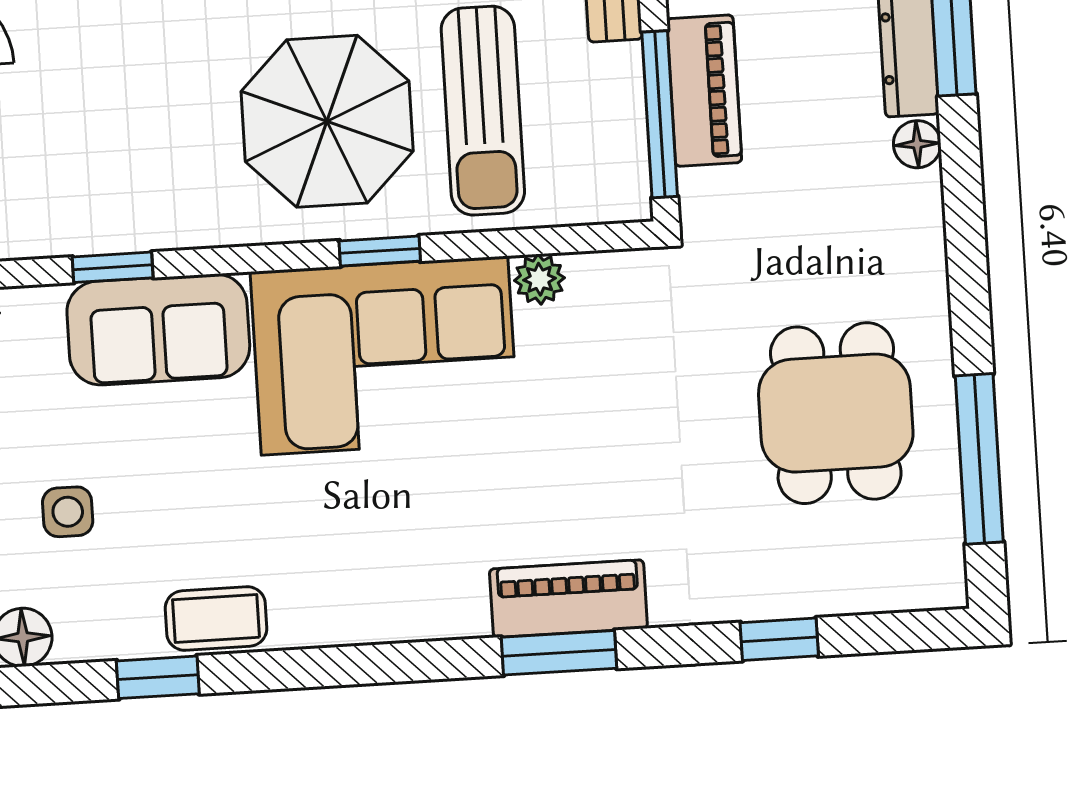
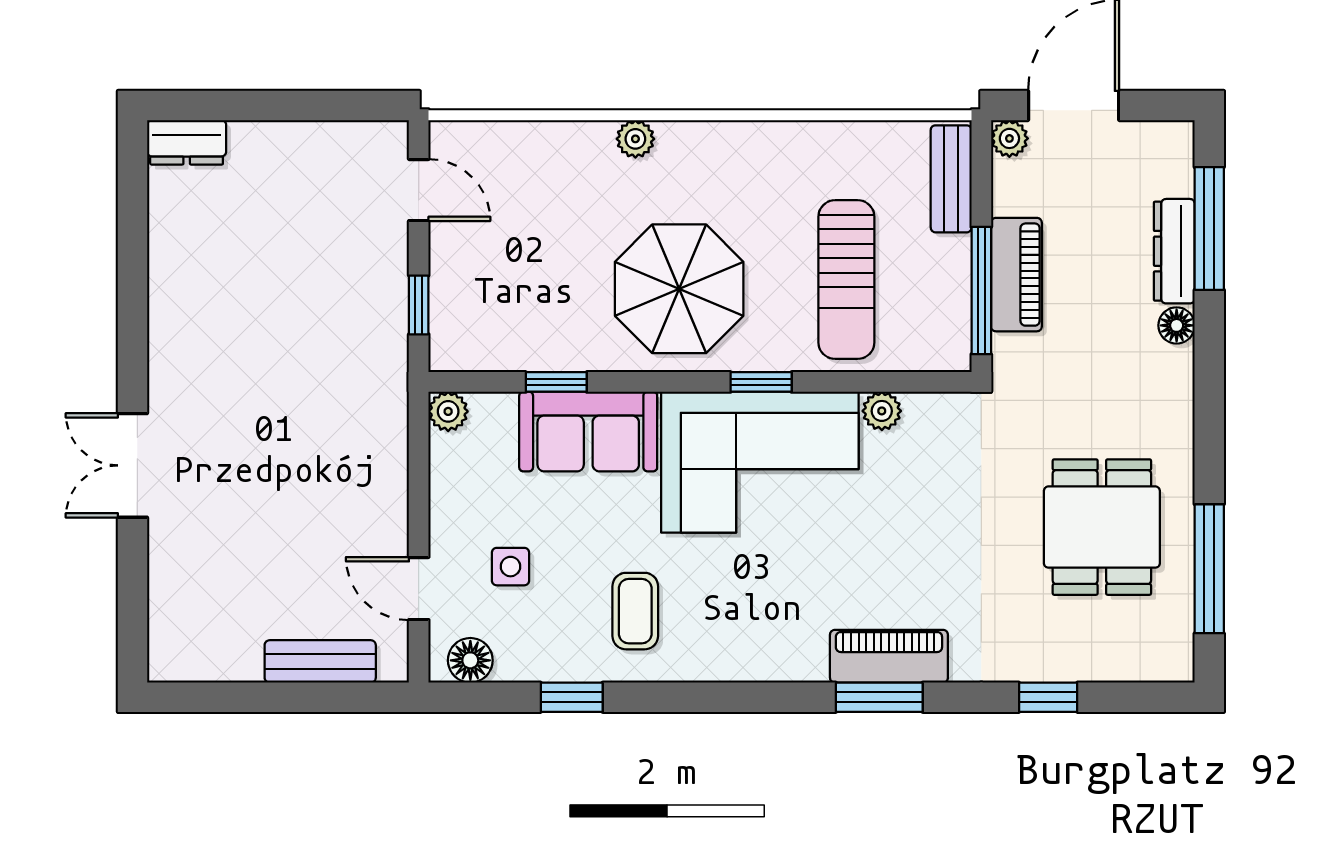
parasol: (327, 121) -> (679, 289), moved
coffee table: (216, 619) -> (635, 611), moved, turned 90

